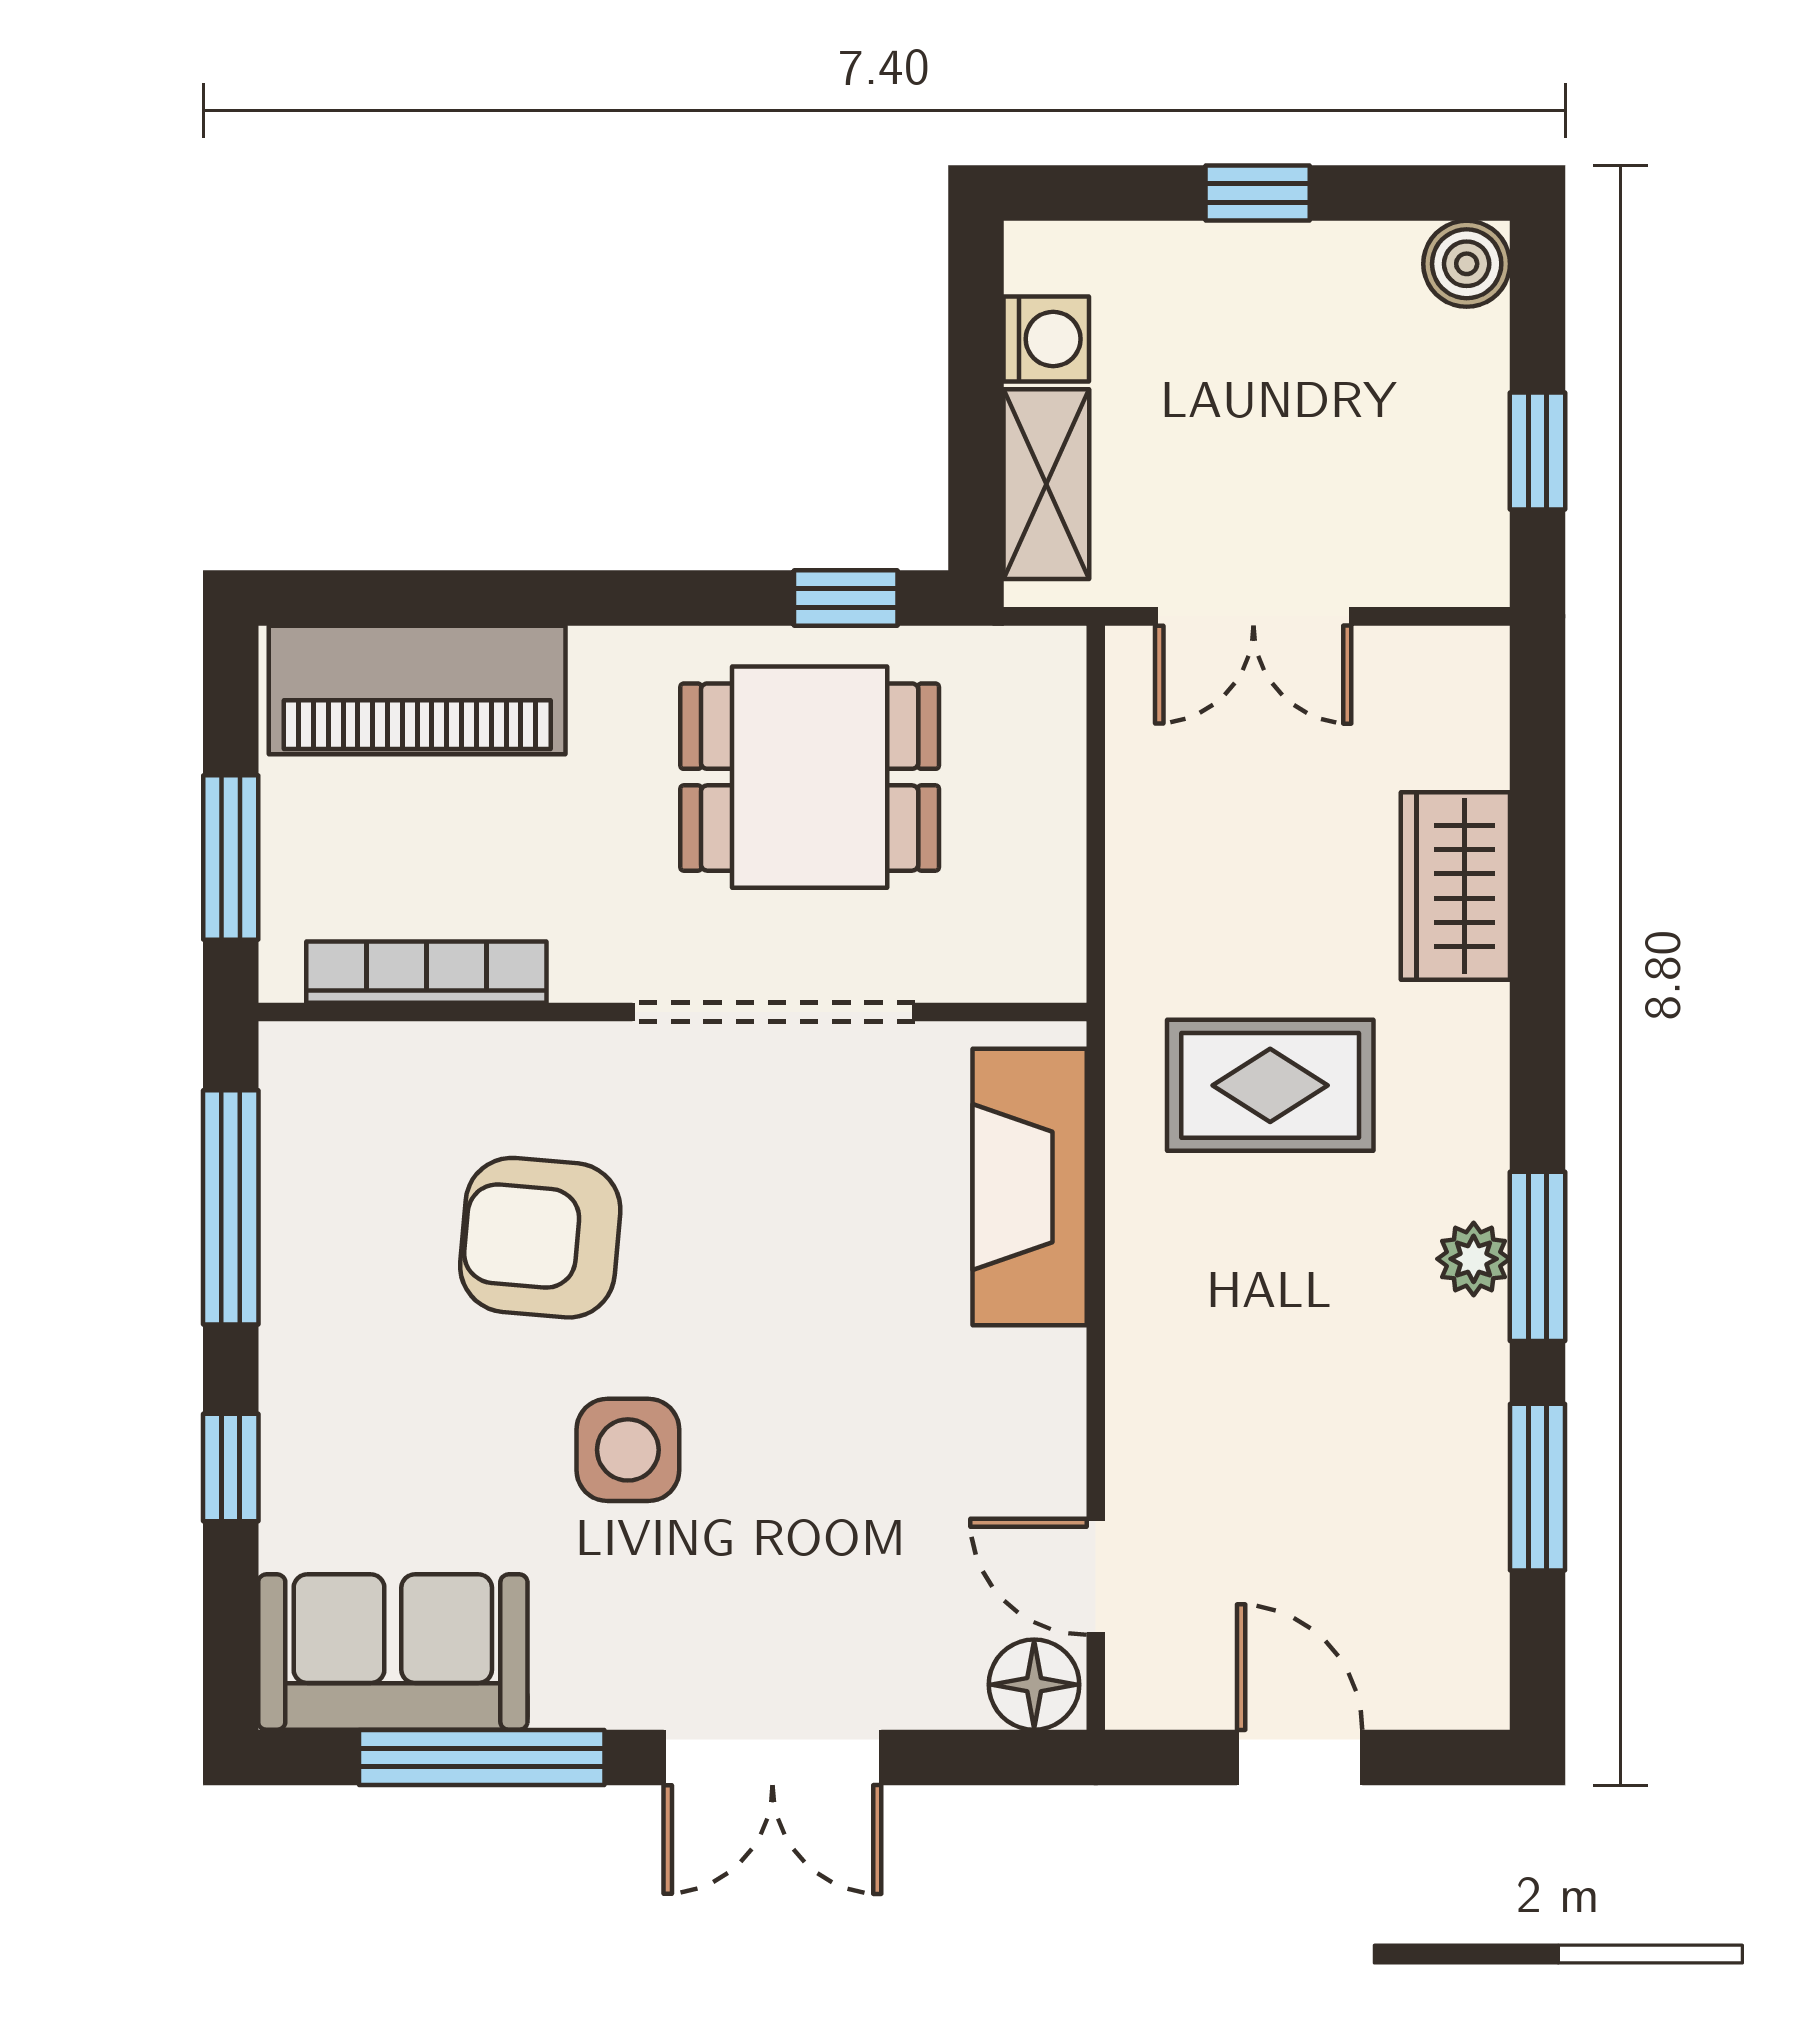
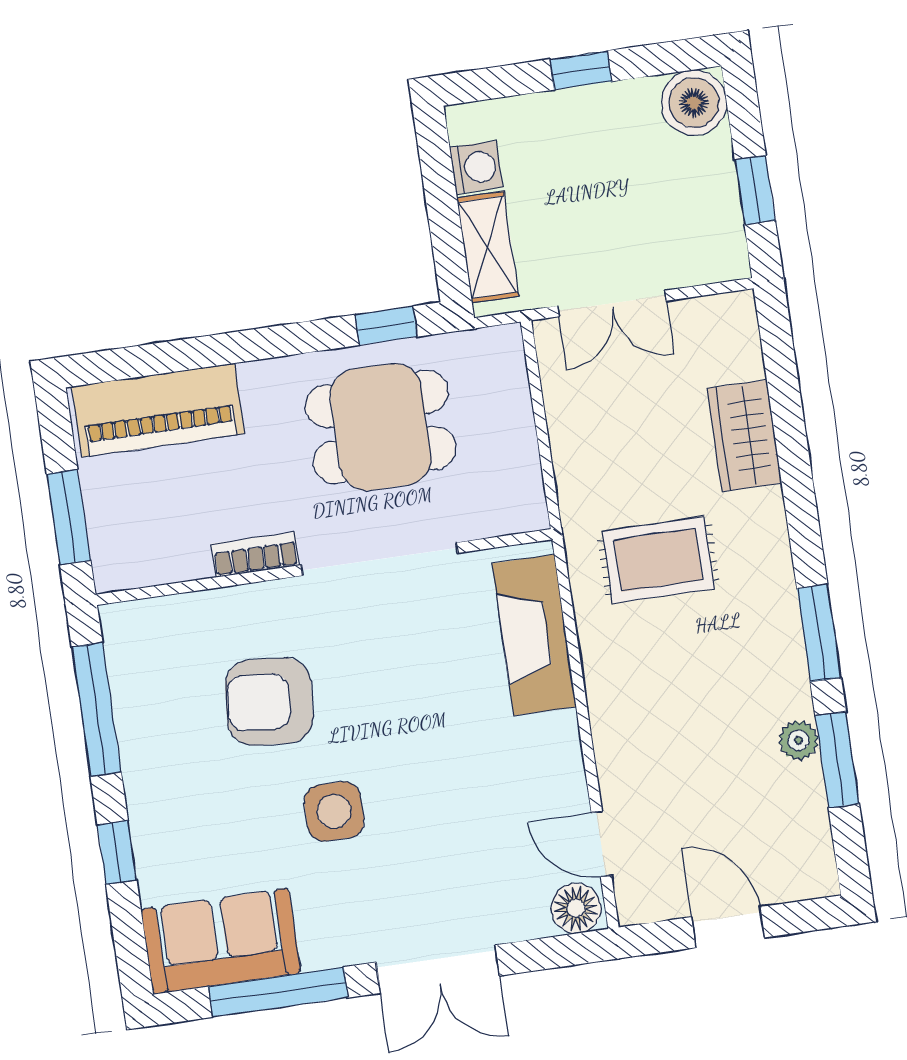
boiler: (1467, 264) -> (694, 103), width x1.36, depth x1.36
bookcase: (426, 972) -> (255, 555), moved, width x0.64
plant: (1474, 1259) -> (799, 740), moved

